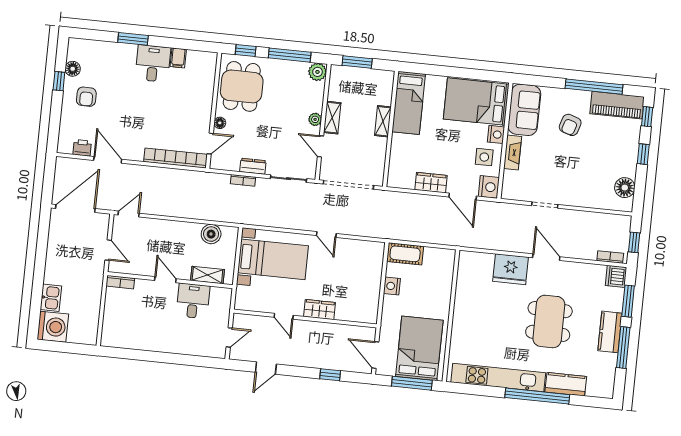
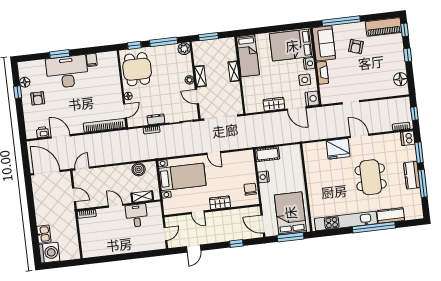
desk: (153, 63) -> (67, 72), width x1.87, depth x1.30
window: (594, 87) -> (341, 21), moved
door: (75, 209) -> (47, 173), hinge flipped
chair: (368, 300) -> (250, 189), added

